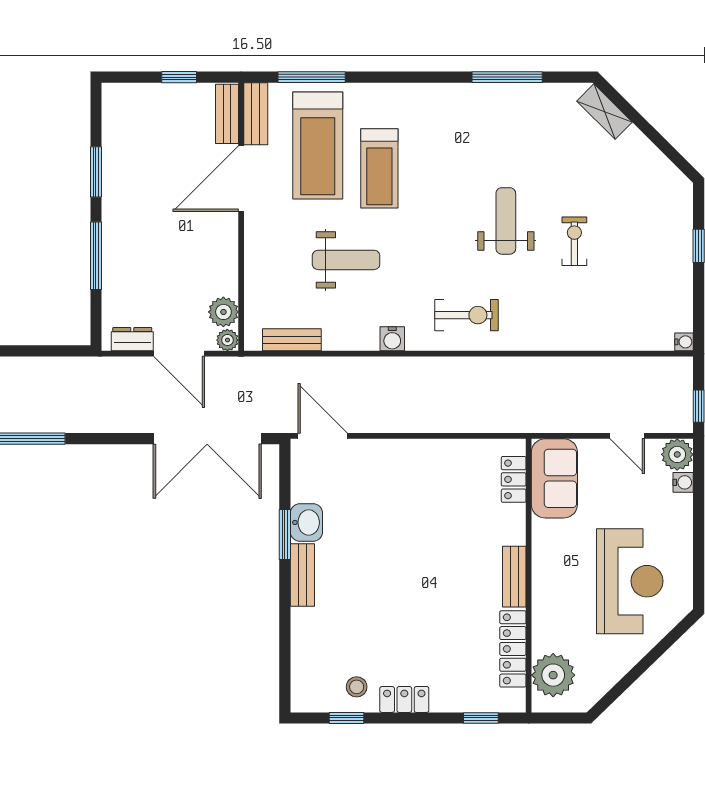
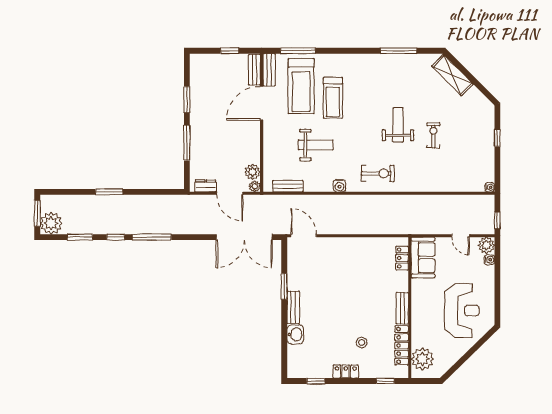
shelving: (605, 112) -> (452, 75), width x1.50, depth x1.33
washbasin: (306, 522) -> (295, 334), moved
stool: (357, 687) -> (362, 343), moved

